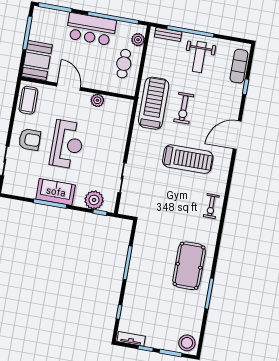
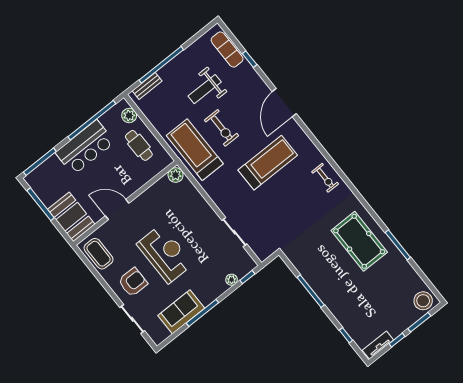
weight bench: (199, 57) -> (205, 89), moved, turned 90
plant: (97, 100) -> (176, 175), moved
sofa: (56, 192) -> (181, 312), moved
plant: (94, 200) -> (232, 280), width x0.53, depth x0.53

